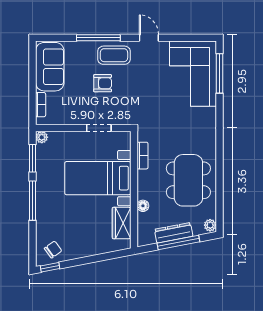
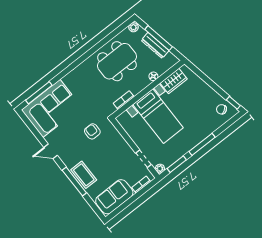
door: (149, 38) -> (51, 151), hinge flipped
coffee table: (114, 55) -> (84, 175), moved
armchair: (103, 83) -> (92, 131), moved
doorway: (99, 128) -> (143, 159), moved

